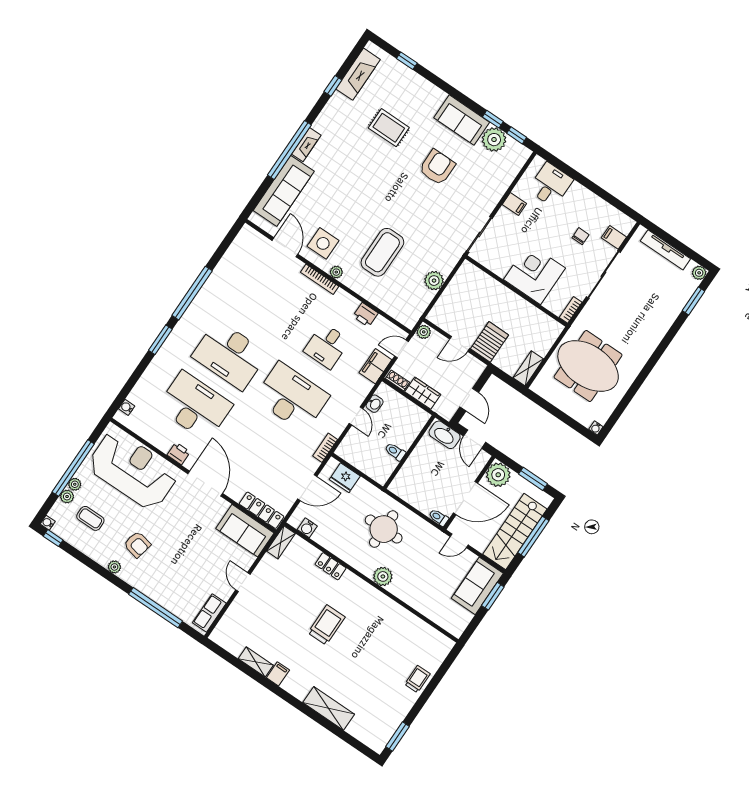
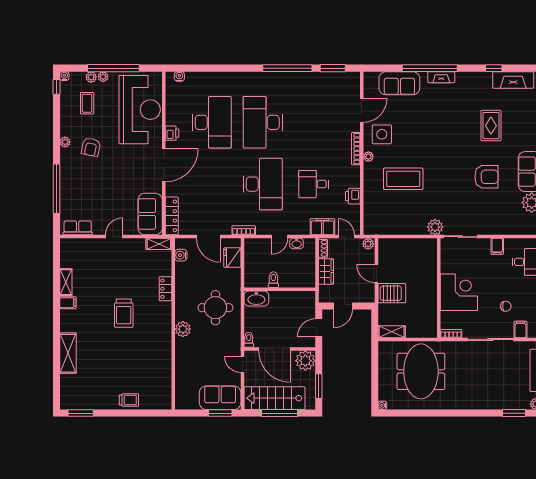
sofa: (284, 191) -> (399, 83), width x0.73
plant: (434, 281) -> (435, 227), moved
window: (160, 340) -> (333, 68), moved
washbasin: (445, 435) -> (256, 299), moved, turned -90
trolley: (326, 625) -> (124, 313), turned 90

